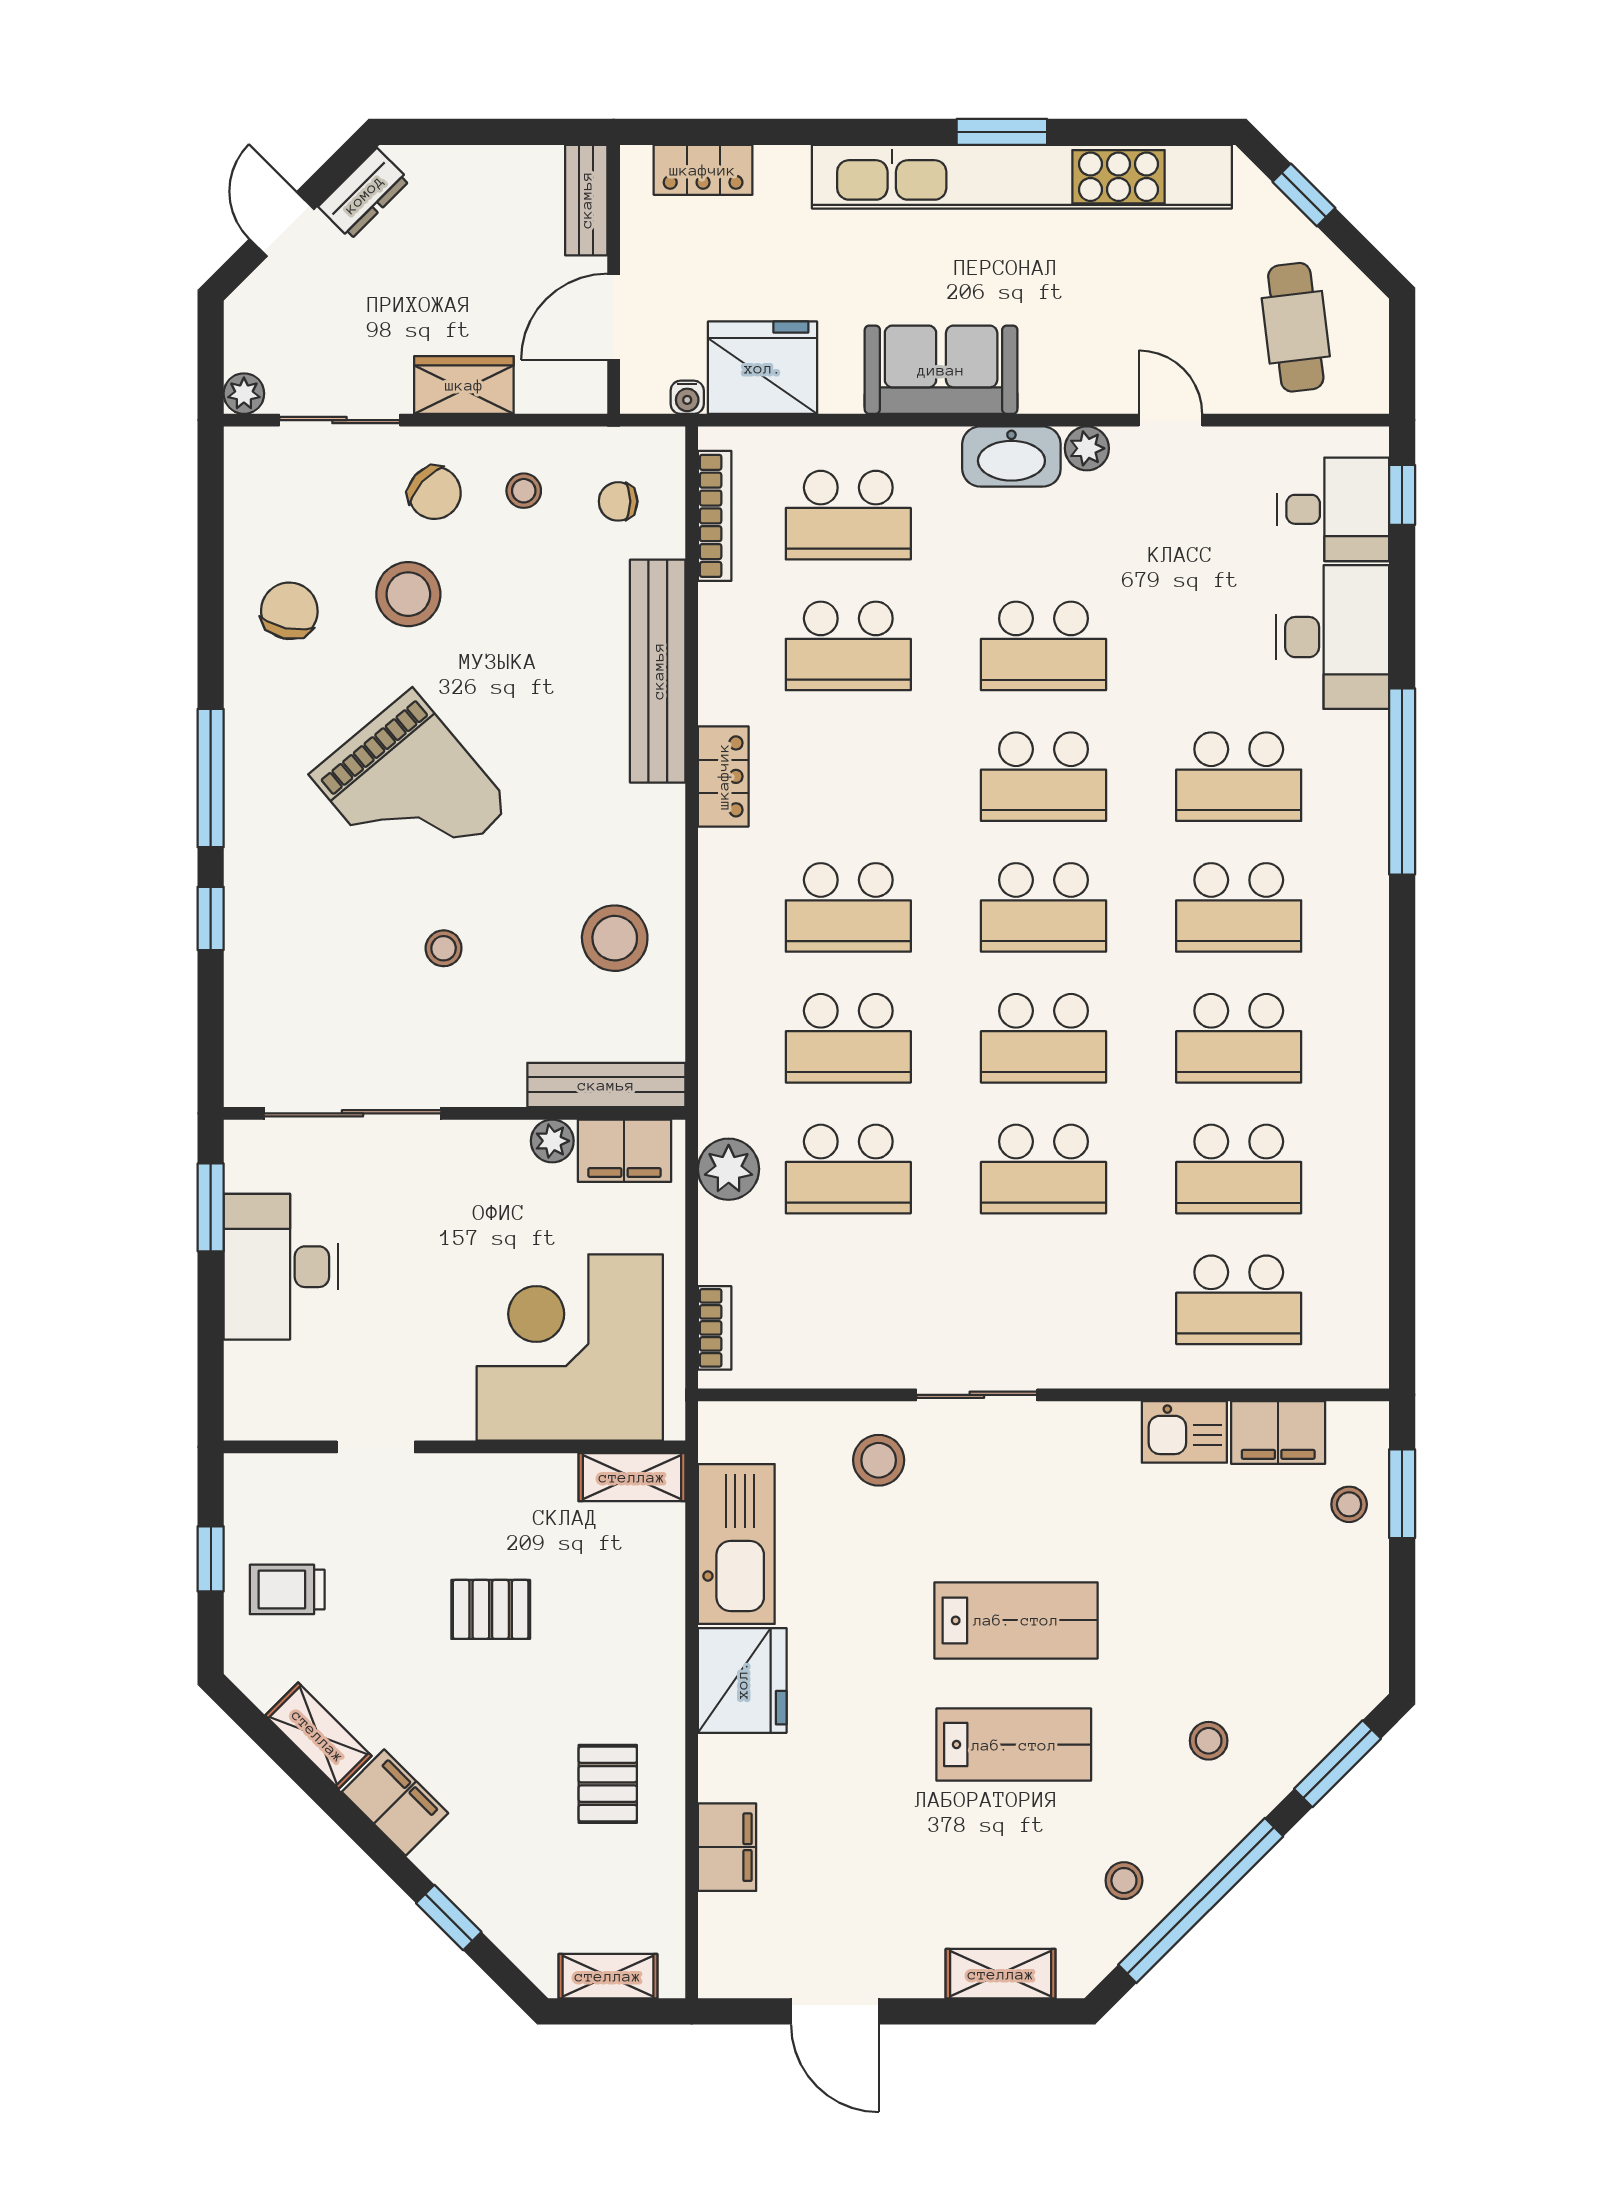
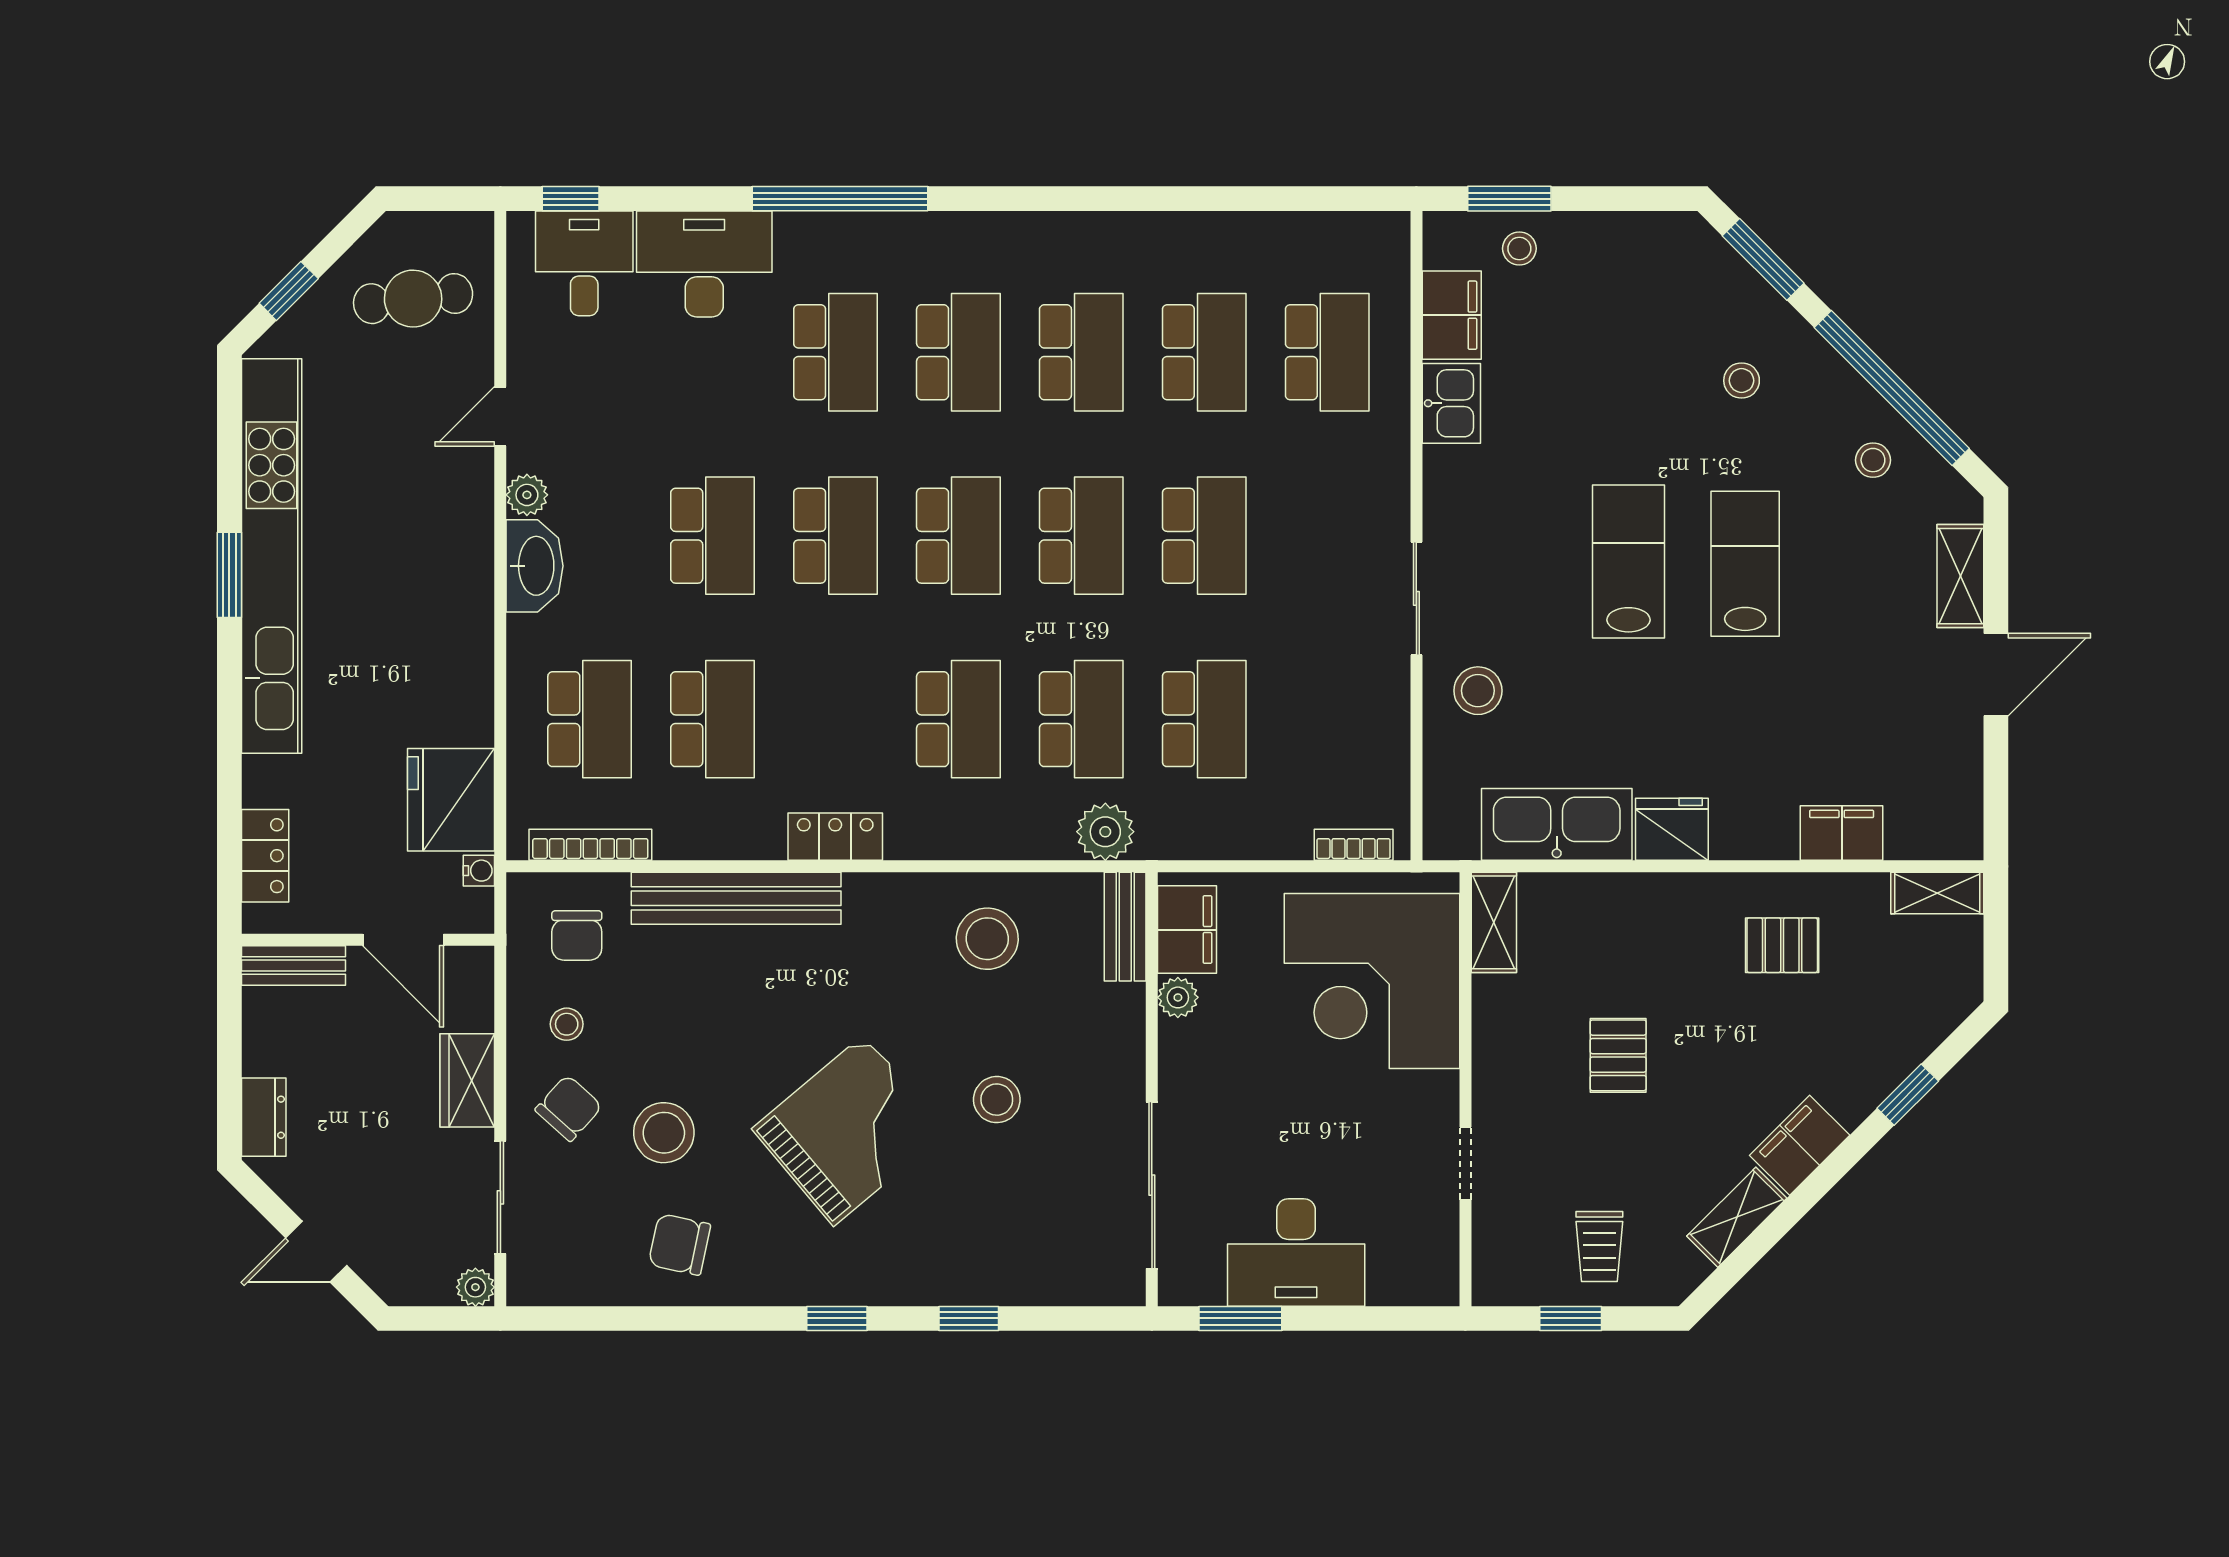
dresser: (364, 194) -> (264, 1117), moved, turned 45
sofa: (941, 370) -> (453, 632), removed
chair: (618, 501) -> (577, 936), width x1.37, depth x1.37
window: (211, 778) -> (837, 1318), width x0.46
stool: (444, 948) -> (997, 1100), width x1.37, depth x1.37
bench: (606, 1085) -> (1125, 927), width x0.73
plant: (729, 1169) -> (1105, 832), moved
fridge: (742, 1680) -> (1672, 829), width x0.73, depth x0.75
shelving: (608, 1976) -> (1937, 893), moved, turned 90
door: (835, 2011) -> (1996, 675), moved

